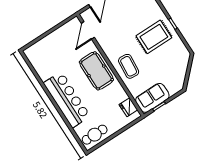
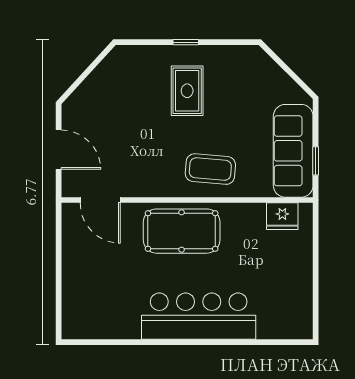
rug: (154, 37) -> (187, 91), width x0.73, depth x0.70
sofa: (152, 98) -> (293, 151), width x1.36
cafe table: (95, 135) -> (292, 307), removed

